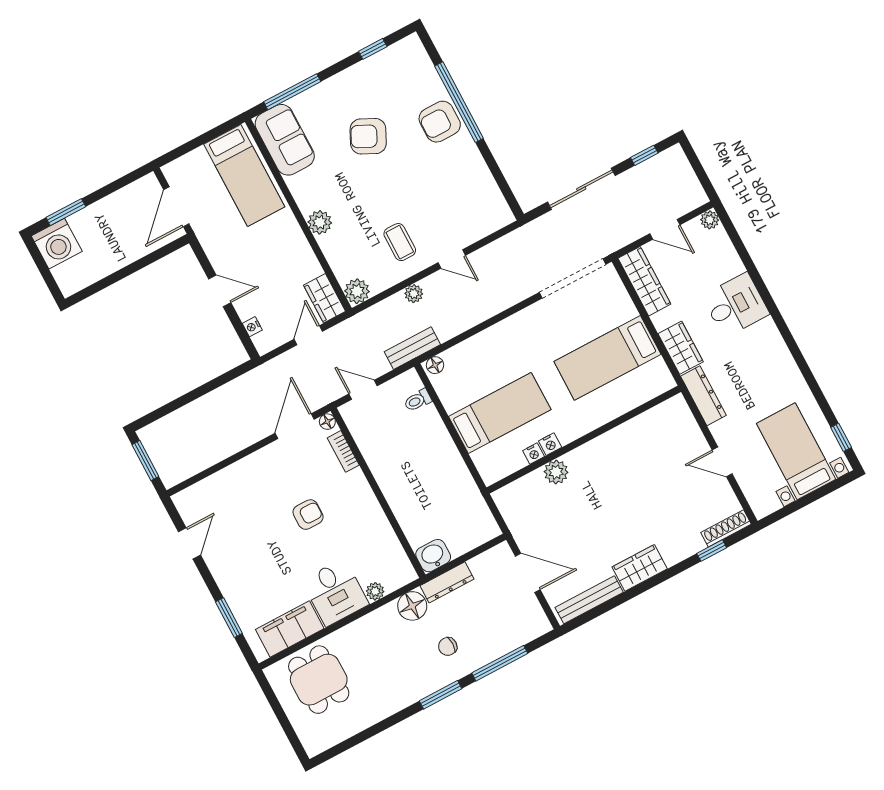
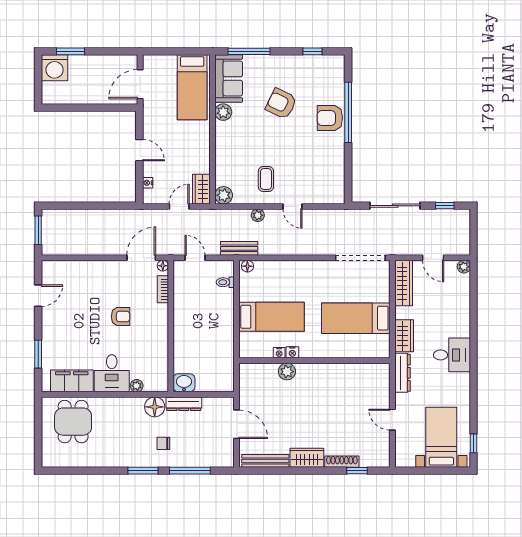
plant: (320, 222) -> (223, 112), moved
desk: (736, 305) -> (452, 355), moved
shoe rack: (726, 528) -> (342, 462), moved

